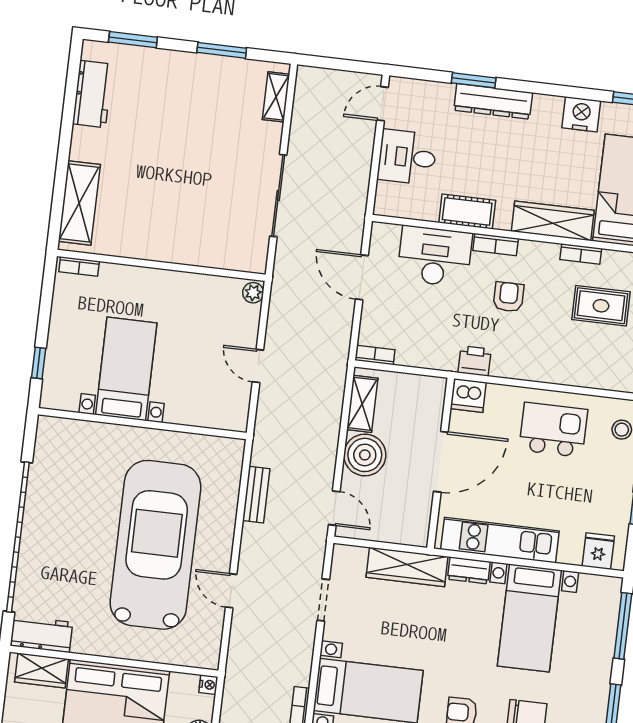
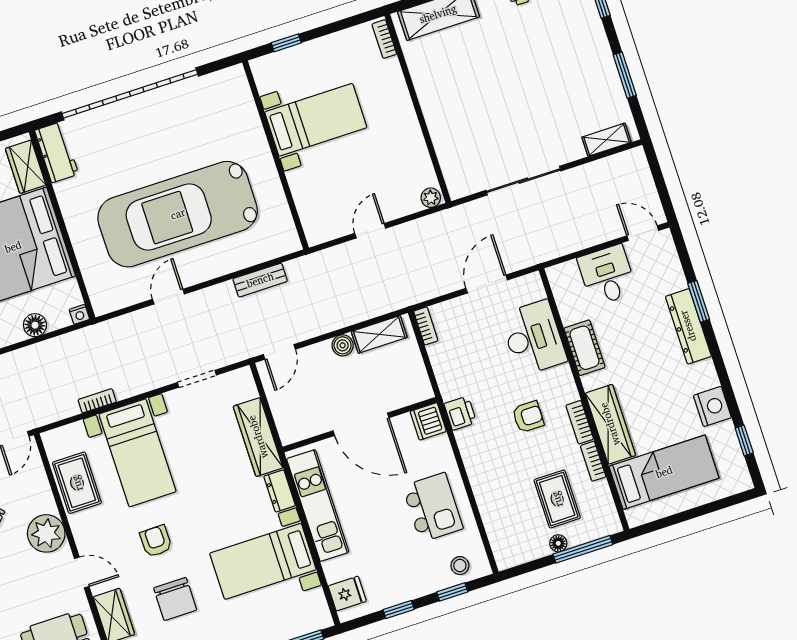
bookcase: (496, 245) -> (580, 422), moved
boiler: (365, 455) -> (343, 345), width x0.54, depth x0.54
car: (155, 545) -> (178, 214), turned 180

